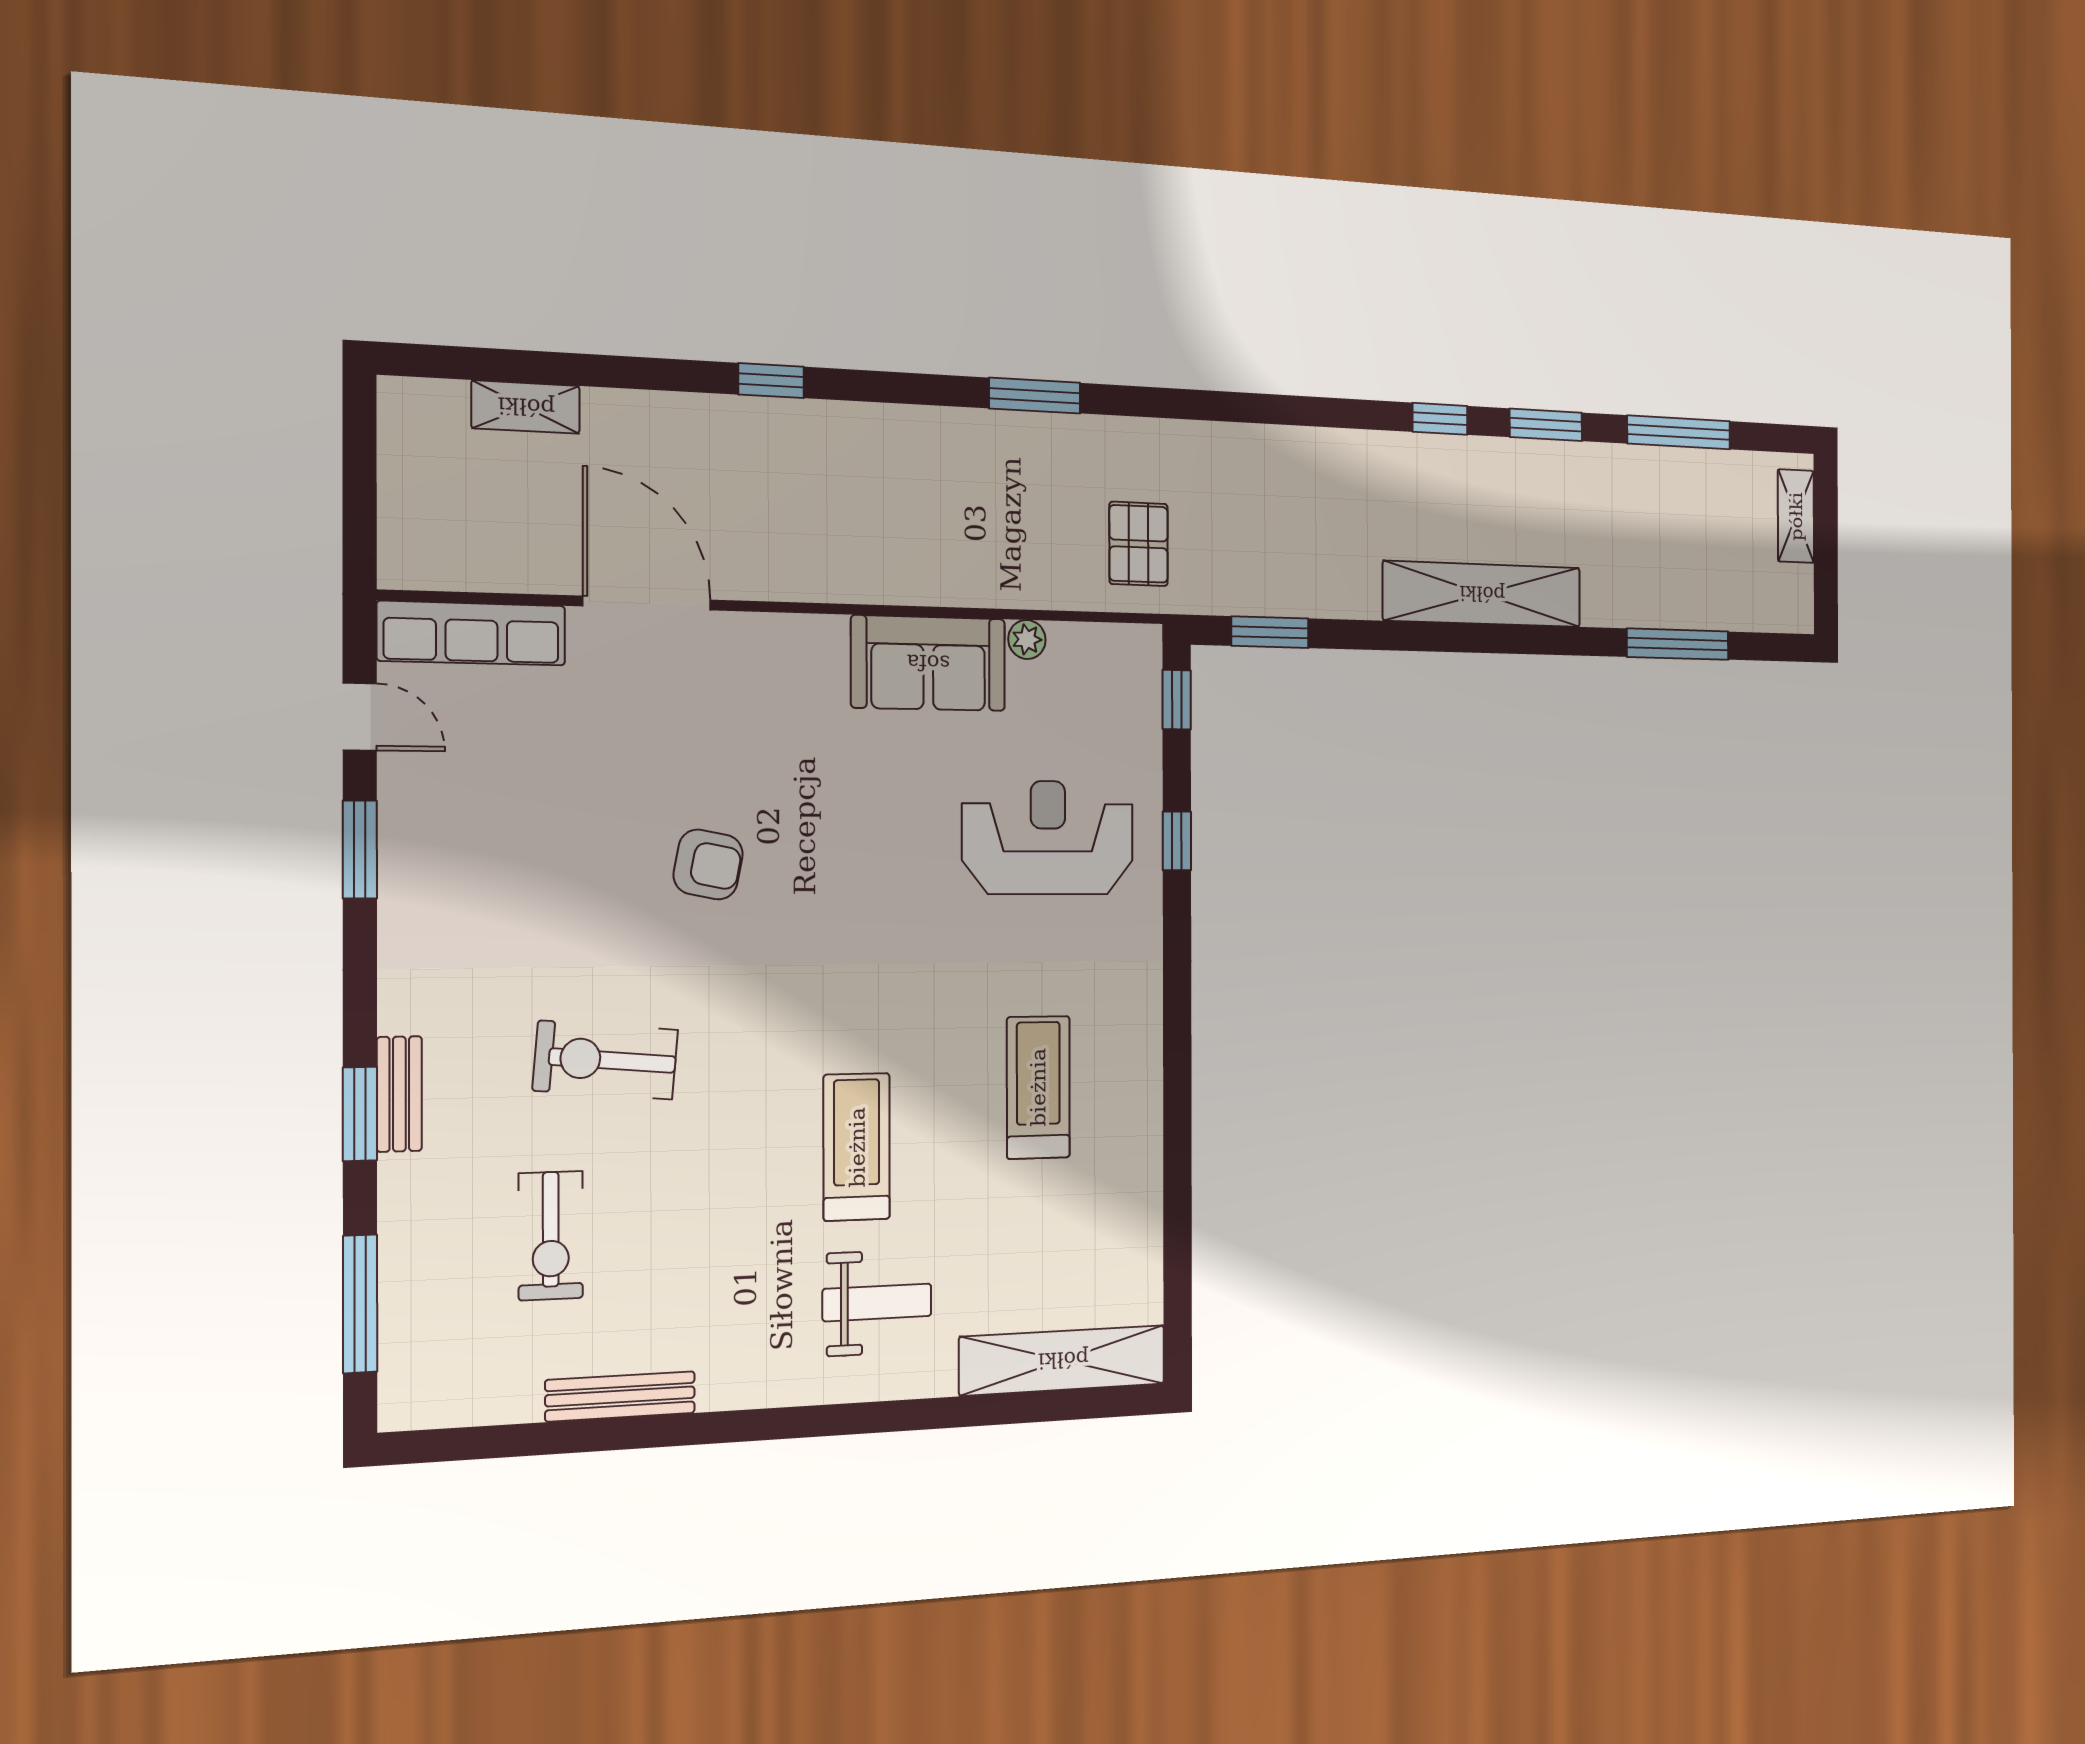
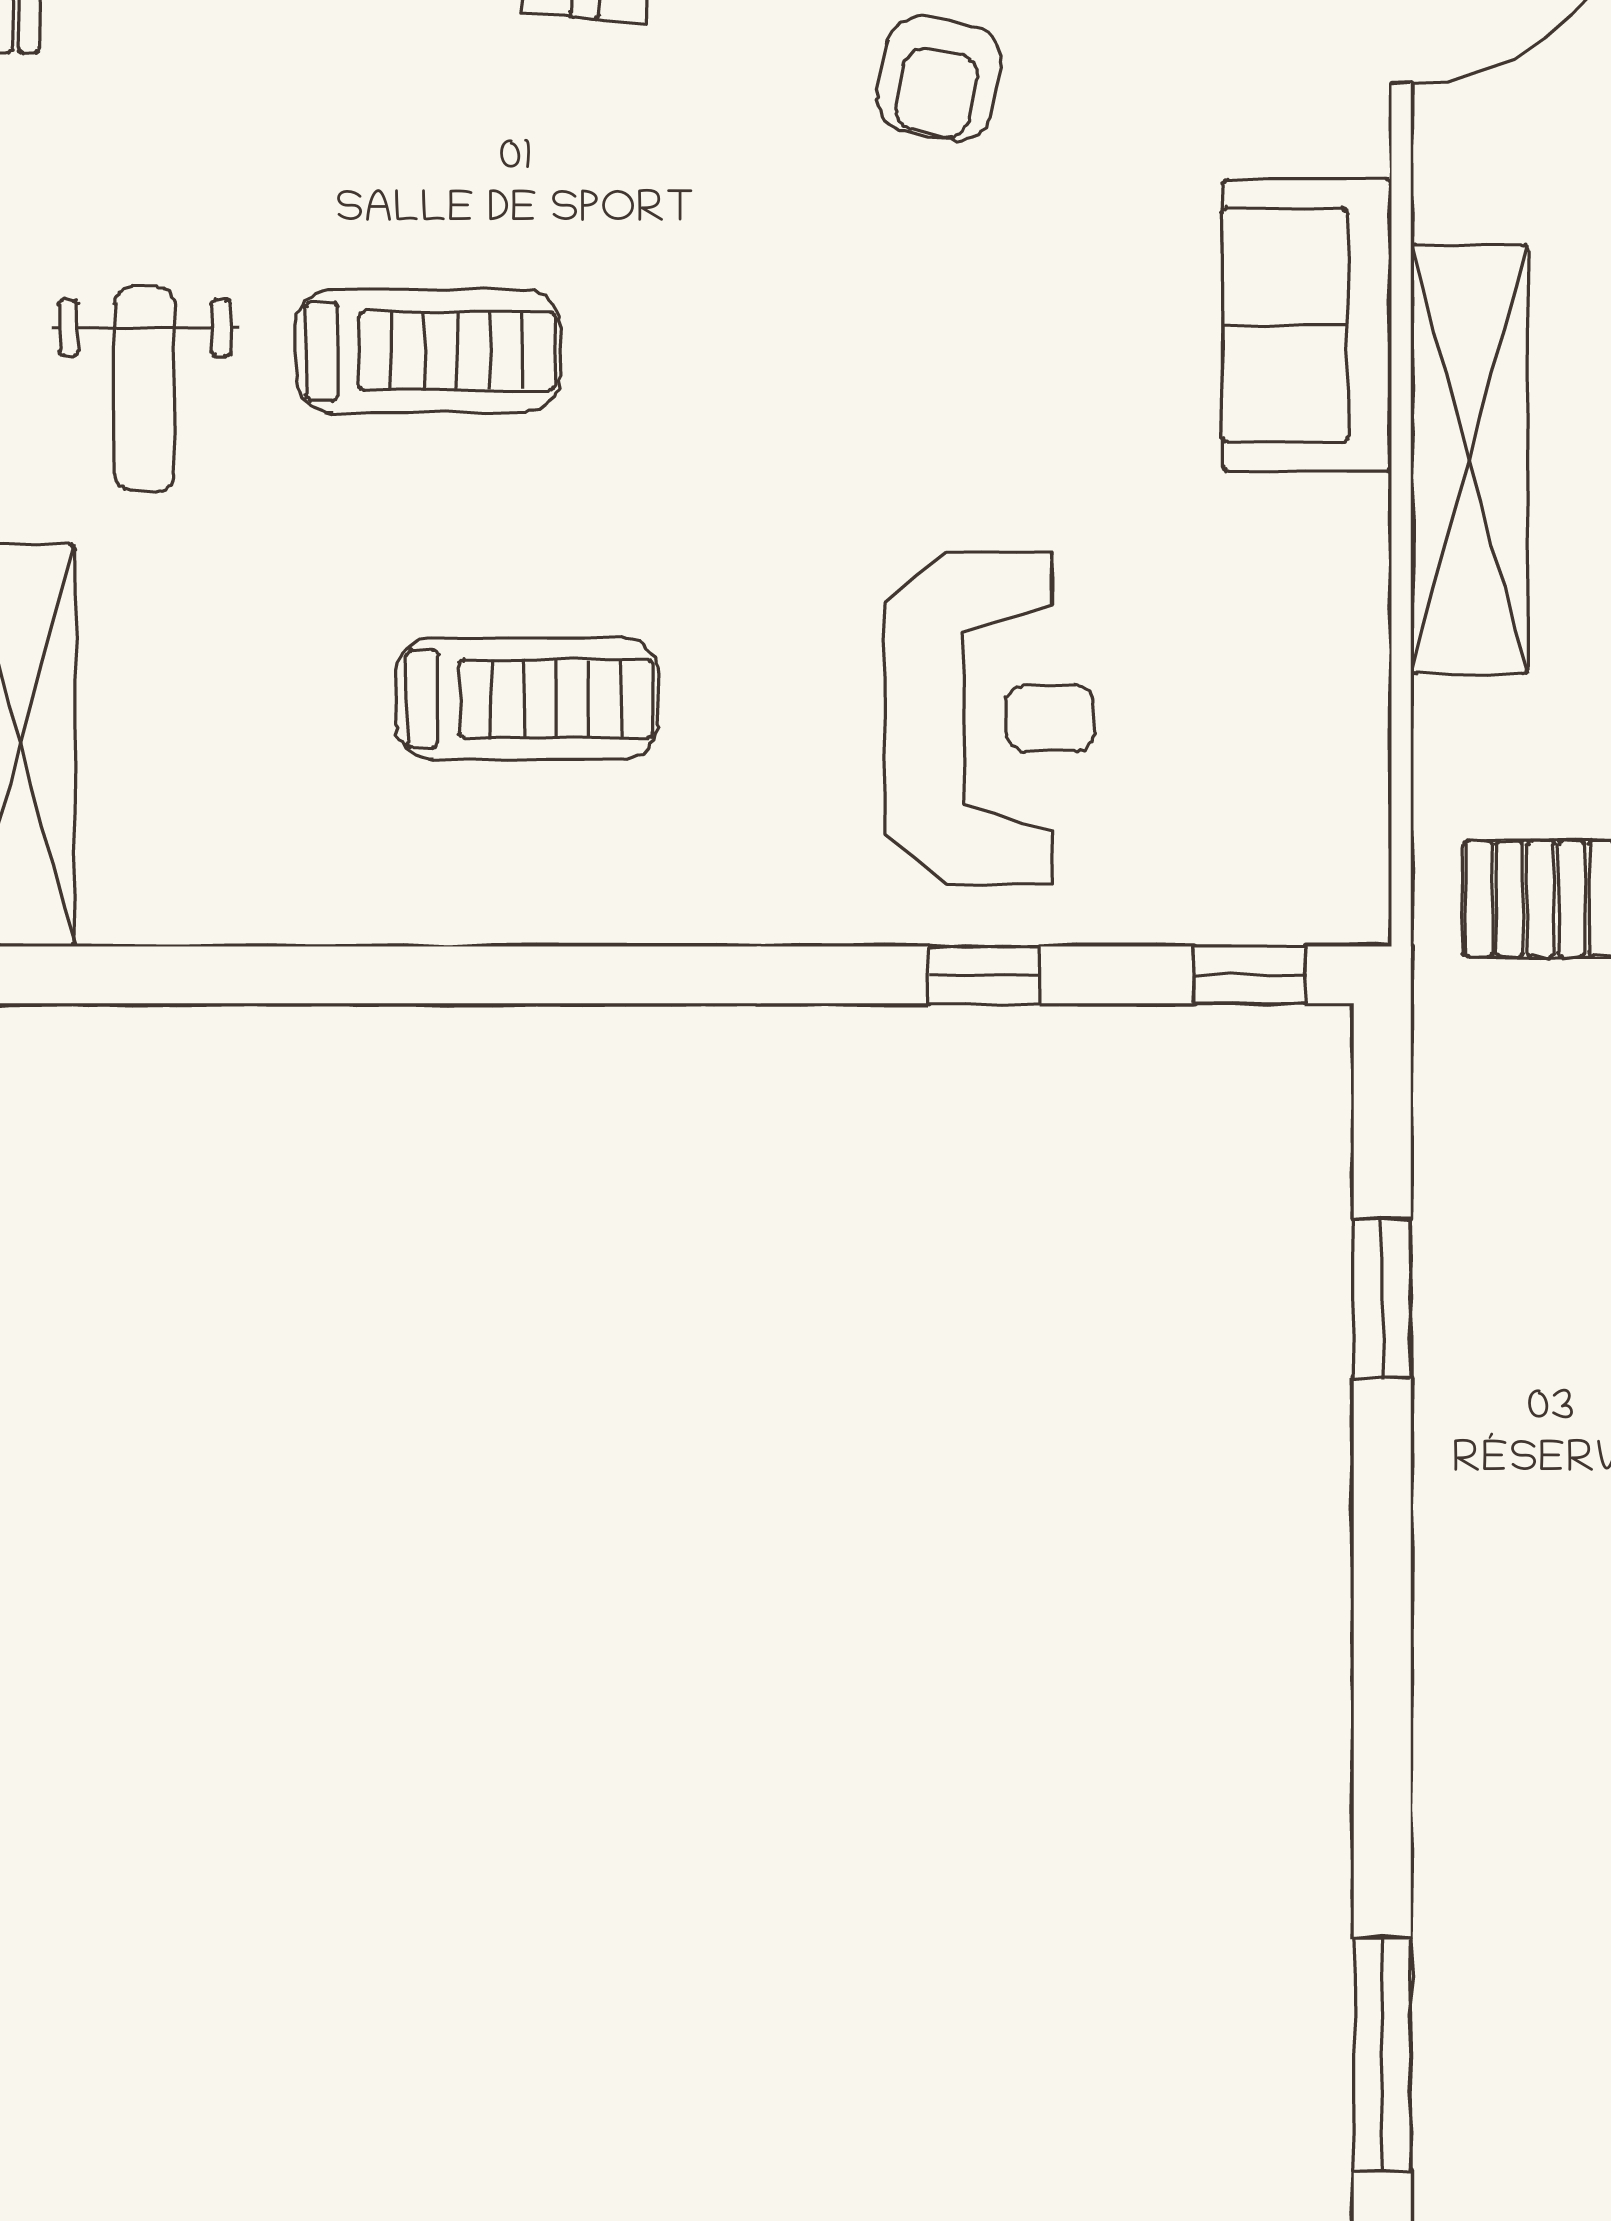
shelving: (1482, 594) -> (1469, 459), moved
window: (1270, 632) -> (1382, 1298), moved
plant: (1027, 639) -> (1355, 678), removed
sofa: (928, 663) -> (1307, 325), moved

